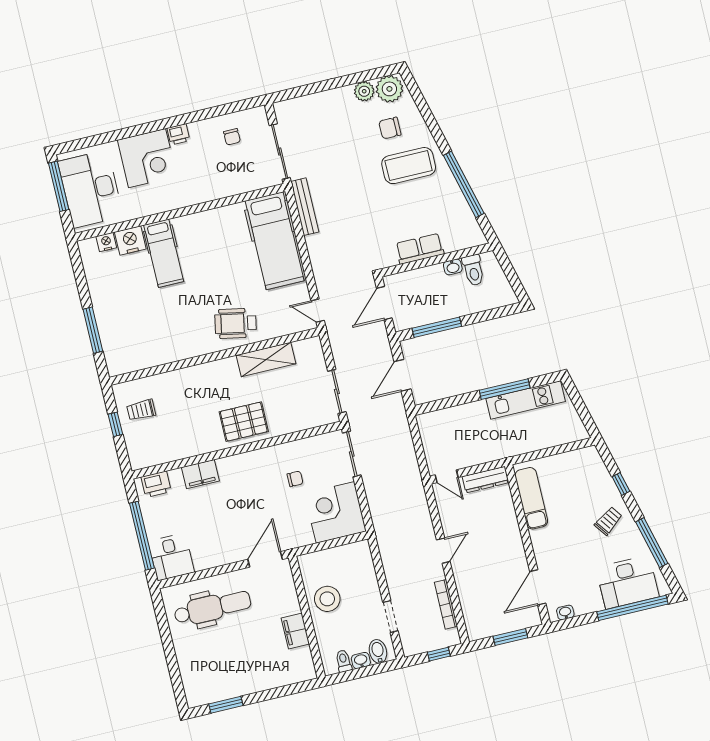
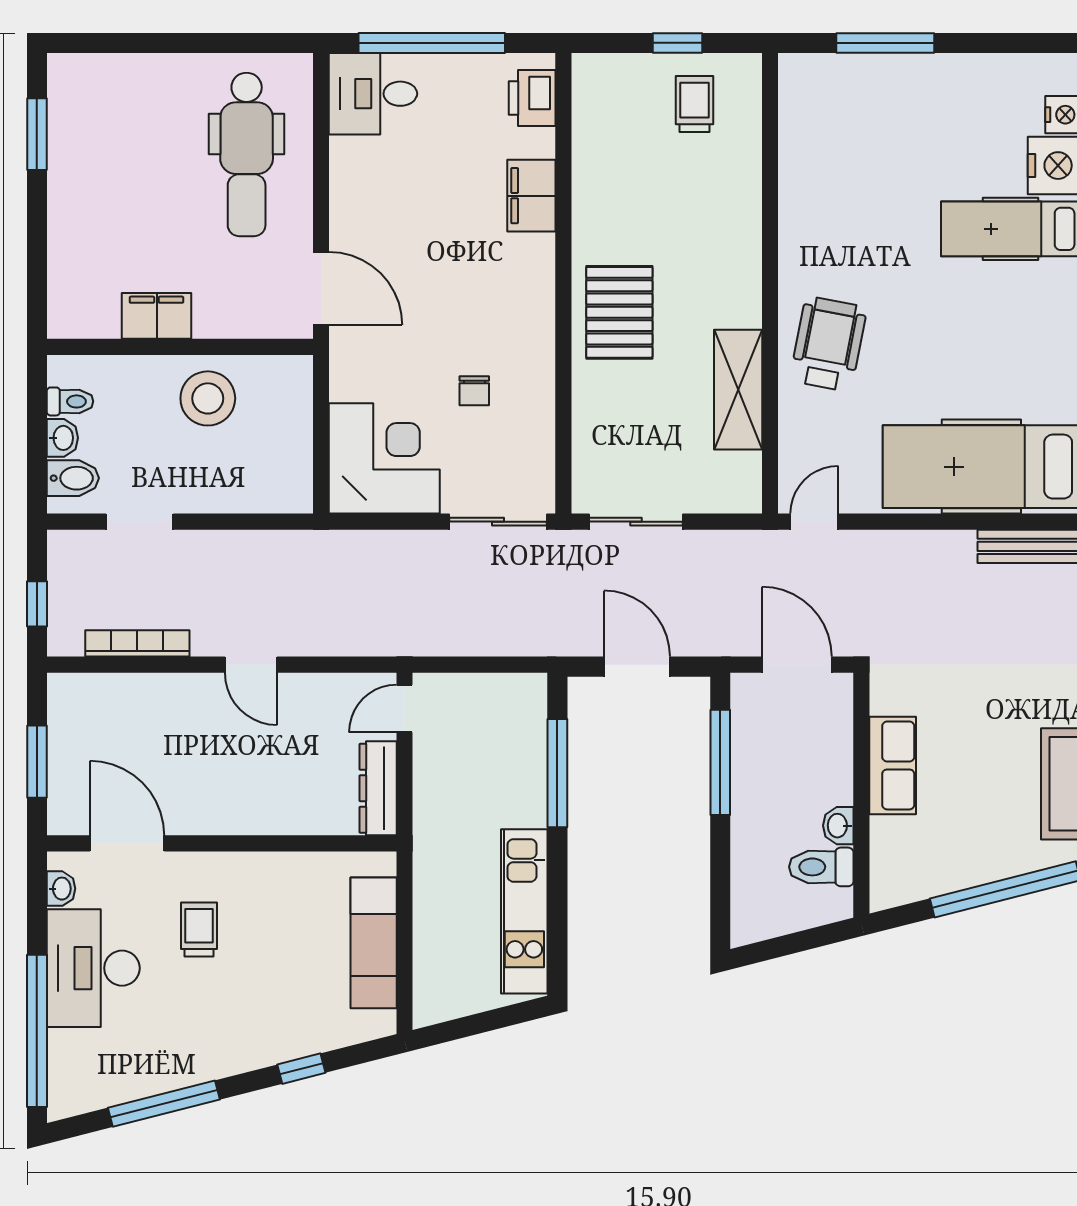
window: (505, 389) -> (557, 773), moved
exam couch: (531, 498) -> (374, 943), moved, turned 90
trolley: (608, 521) -> (199, 930), moved, turned -144
desk: (628, 582) -> (93, 968), moved

